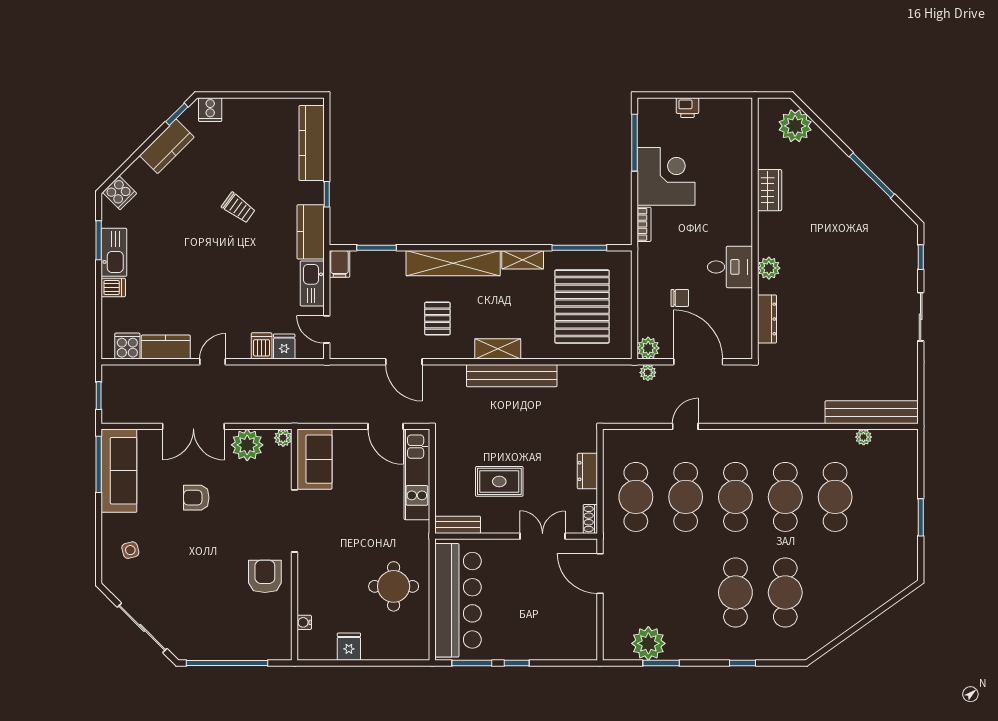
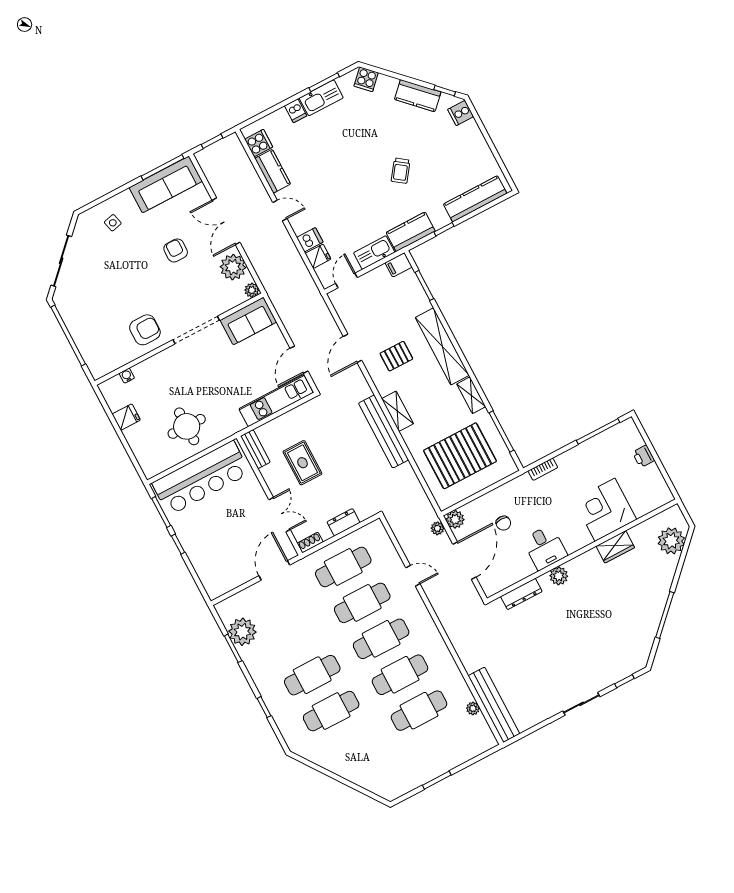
corner desk: (666, 176) -> (605, 510), moved, turned 180

